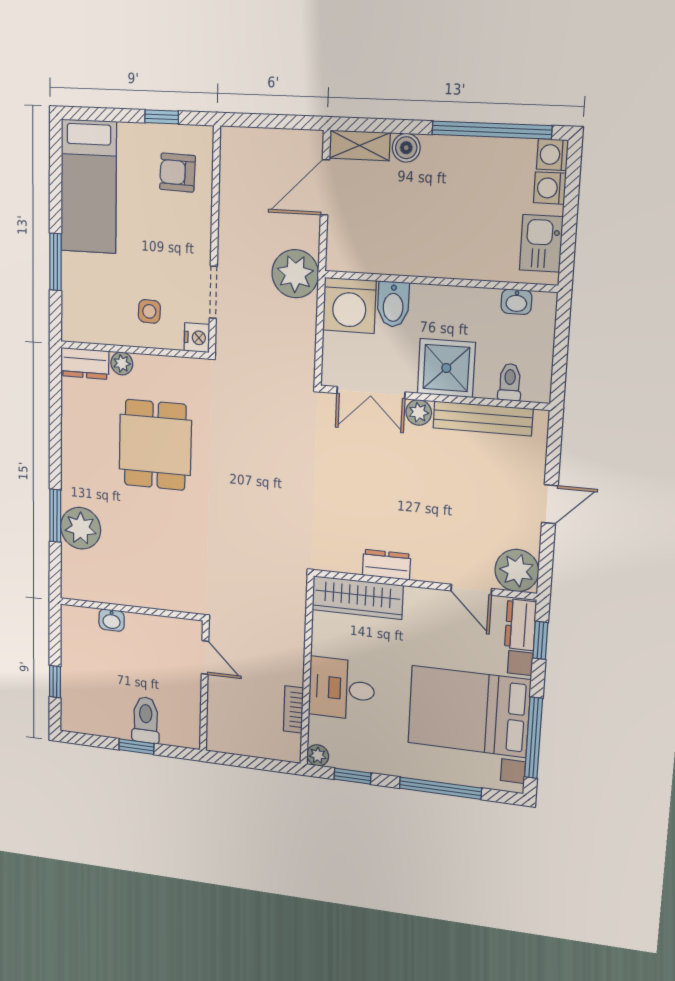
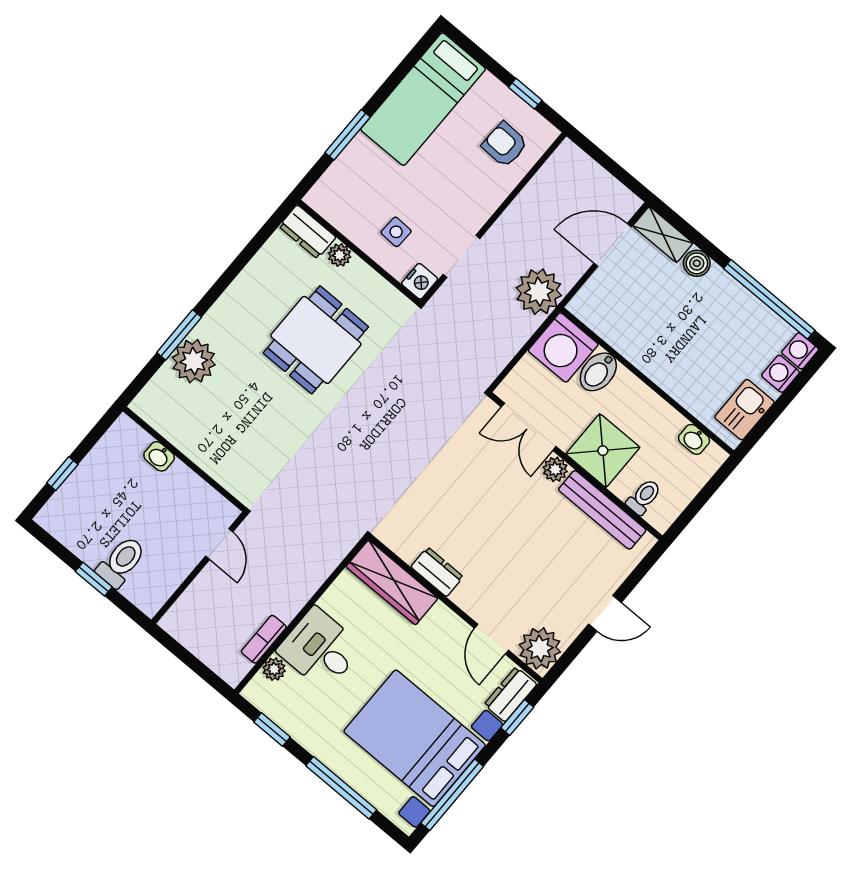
plant: (318, 755) -> (274, 669), moved

